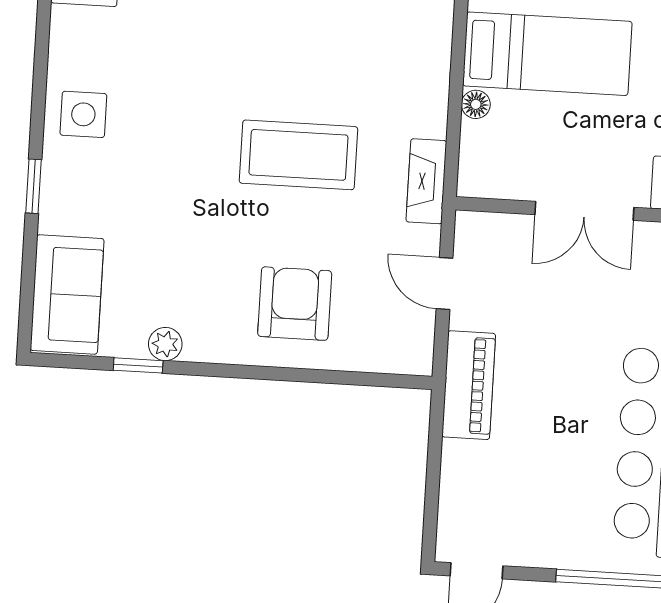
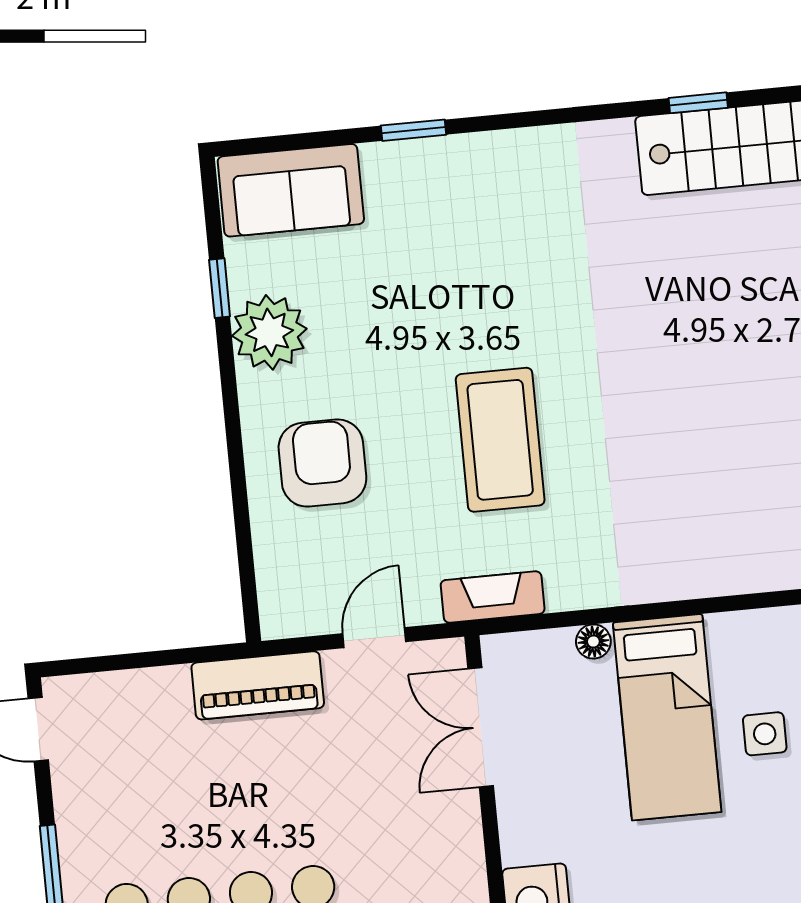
side table: (83, 114) -> (508, 176), removed
double door: (584, 211) -> (481, 727), moved
armchair: (295, 304) -> (322, 463), turned -90
plant: (165, 344) -> (269, 332), width x1.87, depth x1.87

